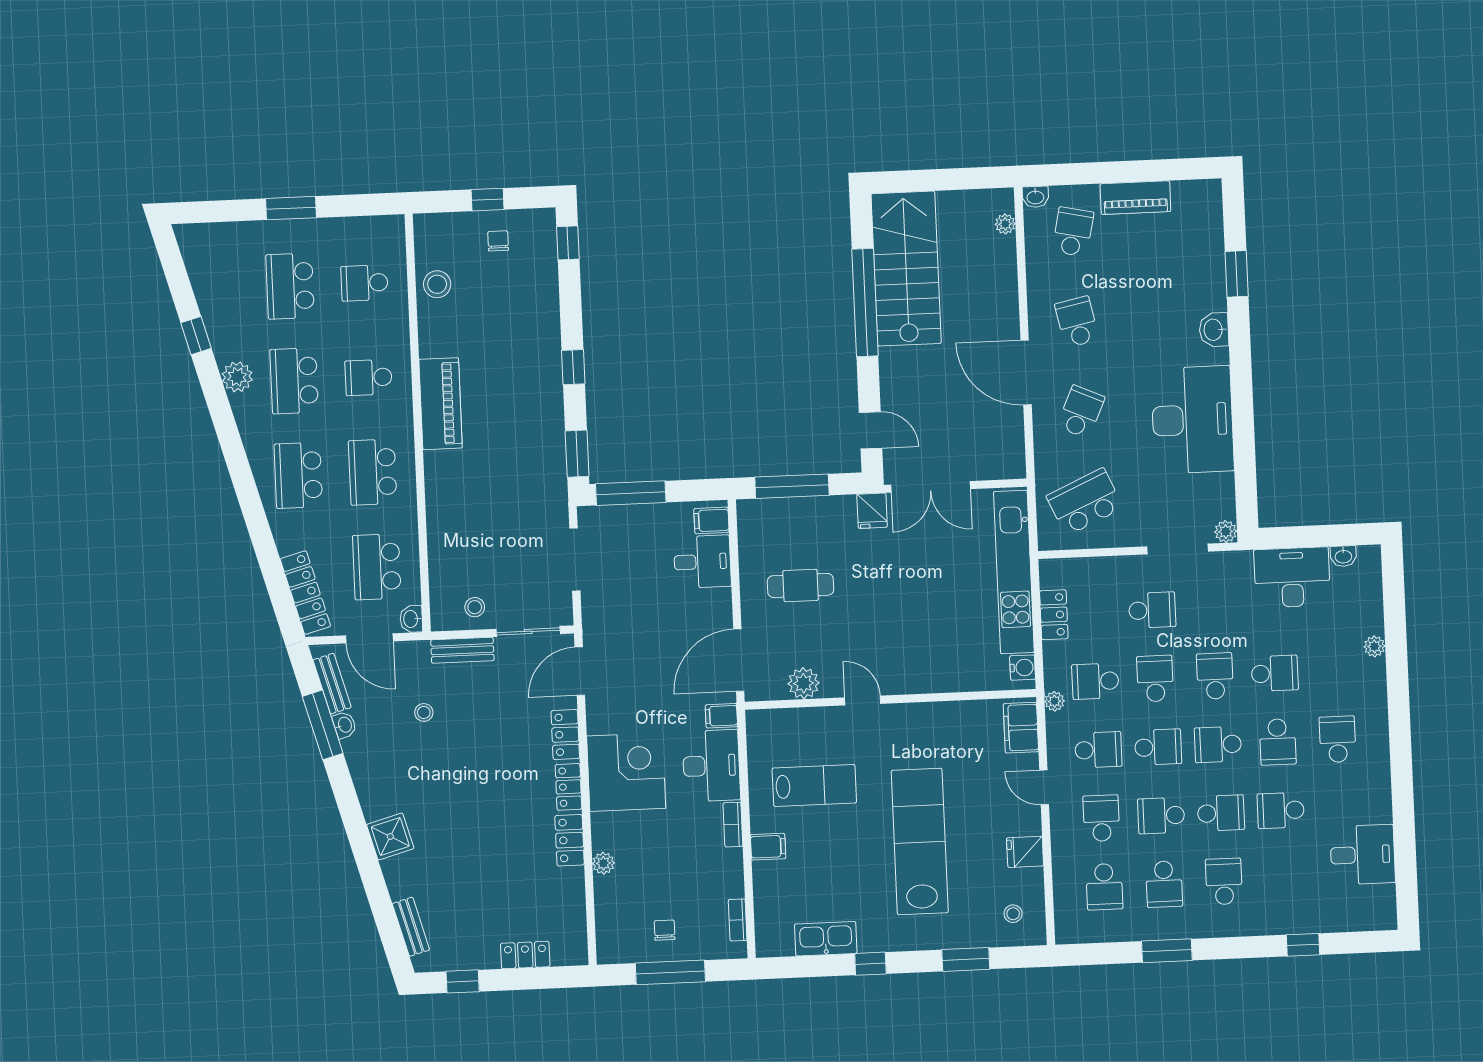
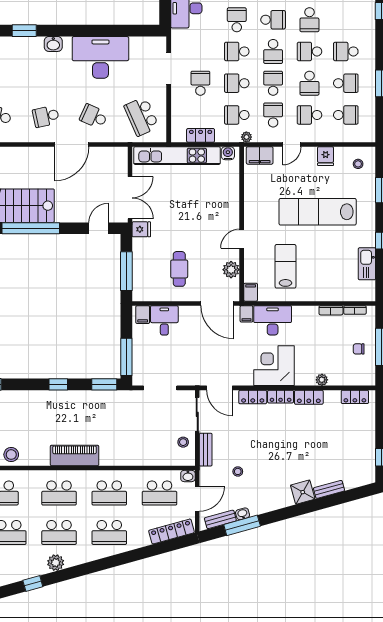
school desk: (369, 378) -> (59, 493), width x1.85
plant: (1226, 532) -> (160, 42), removed
school desk: (1095, 681) -> (237, 115), turned 90
school desk: (1221, 813) -> (309, 51), turned -90
bookcase: (733, 825) -> (331, 310), moved
filing cabinet: (768, 847) -> (251, 292), moved
bench: (411, 927) -> (329, 489), moved
locker: (525, 955) -> (355, 397), moved, turned -90

